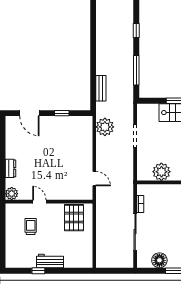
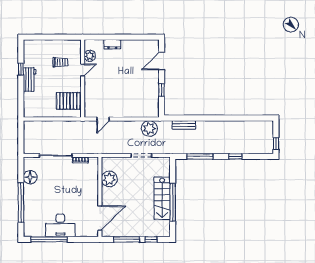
plant: (12, 194) -> (90, 56), moved

